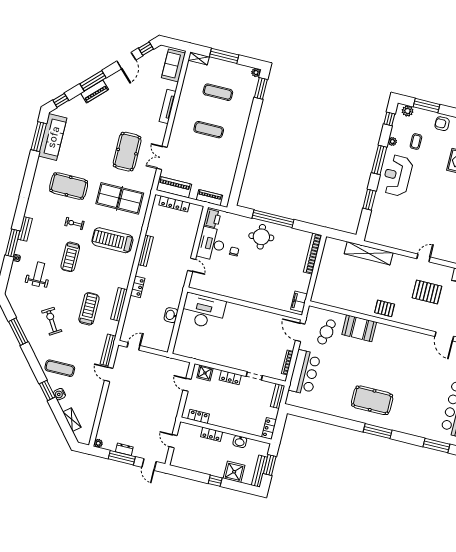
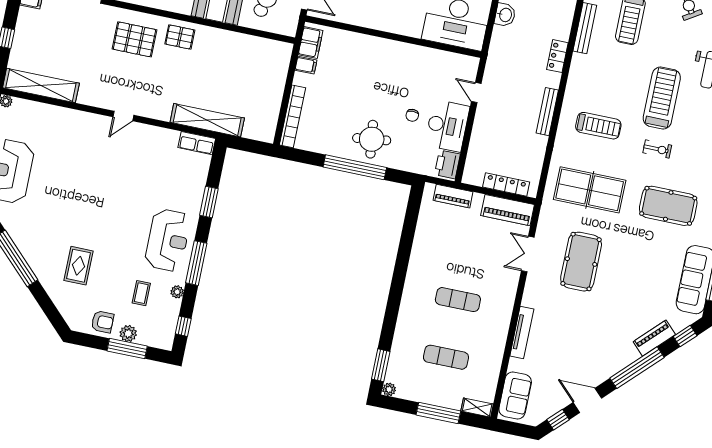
door: (126, 61) -> (587, 400), hinge flipped
window: (93, 81) -> (637, 368), width x1.46
piano: (95, 91) -> (654, 338), moved
plant: (408, 111) -> (128, 333), moved
double door: (162, 158) -> (528, 254), swing flipped
row of seats: (376, 238) -> (197, 143), added
treadmill: (112, 240) -> (598, 126), width x0.73, depth x0.73
treadmill: (70, 257) -> (662, 98), width x1.37, depth x1.38
filing cabinet: (303, 287) -> (306, 65), added
pallet: (427, 292) -> (134, 39), moved

